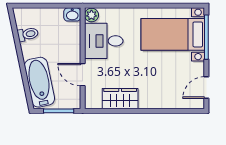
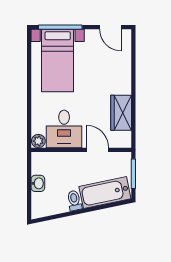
washbasin: (72, 14) -> (38, 183), moved
toilet: (28, 34) -> (74, 201), moved
door: (83, 75) -> (97, 150), swing flipped

